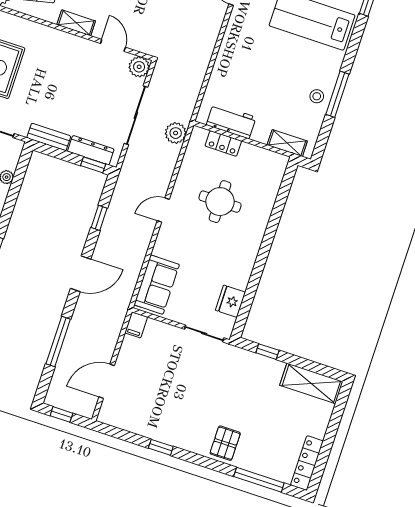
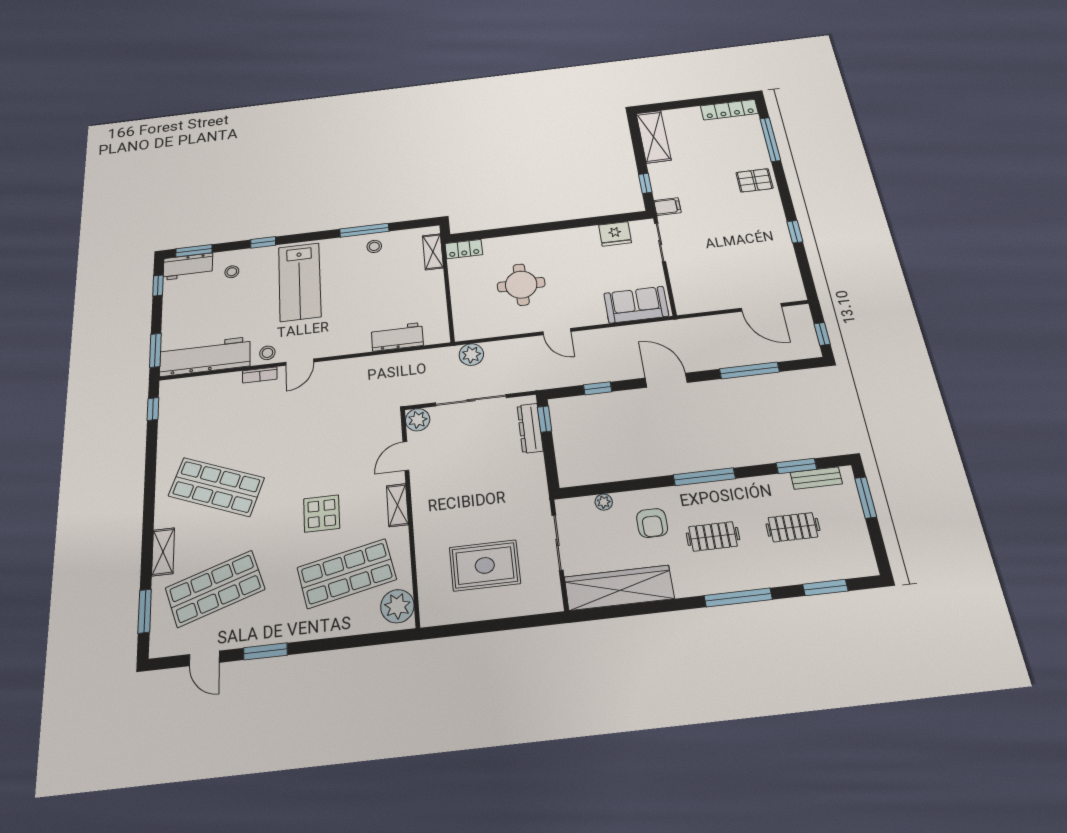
workbench: (231, 121) -> (397, 337), moved, turned 90
bench: (49, 137) -> (537, 477), removed
locker: (223, 143) -> (464, 249), moved, turned 90
filing cabinet: (136, 325) -> (667, 207), moved

